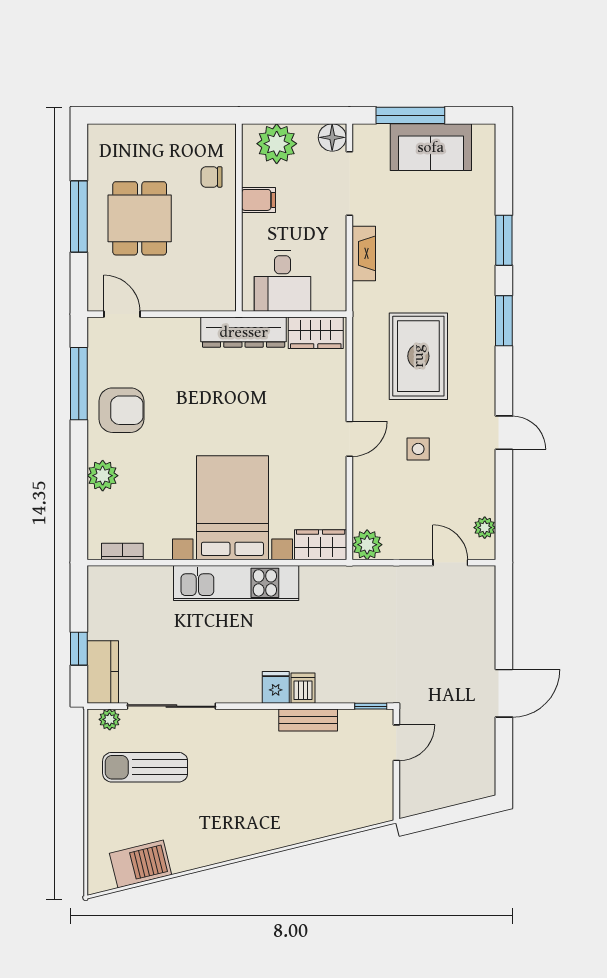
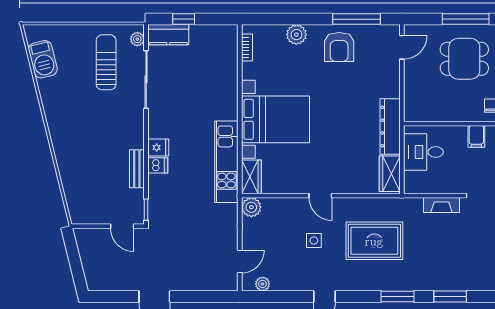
kitchen unit: (236, 583) -> (226, 162), moved

